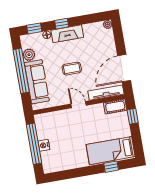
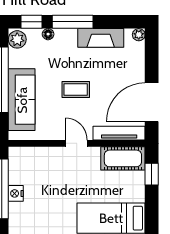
window: (62, 24) -> (73, 22), width x2.17
fireplace: (67, 34) -> (101, 38), moved
plant: (29, 55) -> (17, 39), moved
cot: (115, 106) -> (123, 158), width x1.37, depth x1.34

